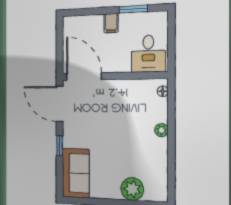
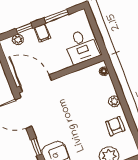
window: (94, 11) -> (24, 28), added
plant: (83, 21) -> (18, 39), added
armchair: (152, 159) -> (115, 126), added

